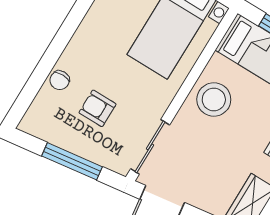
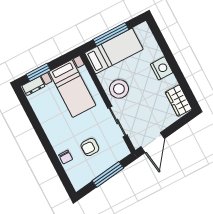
sliding door: (150, 147) -> (117, 122), moved

